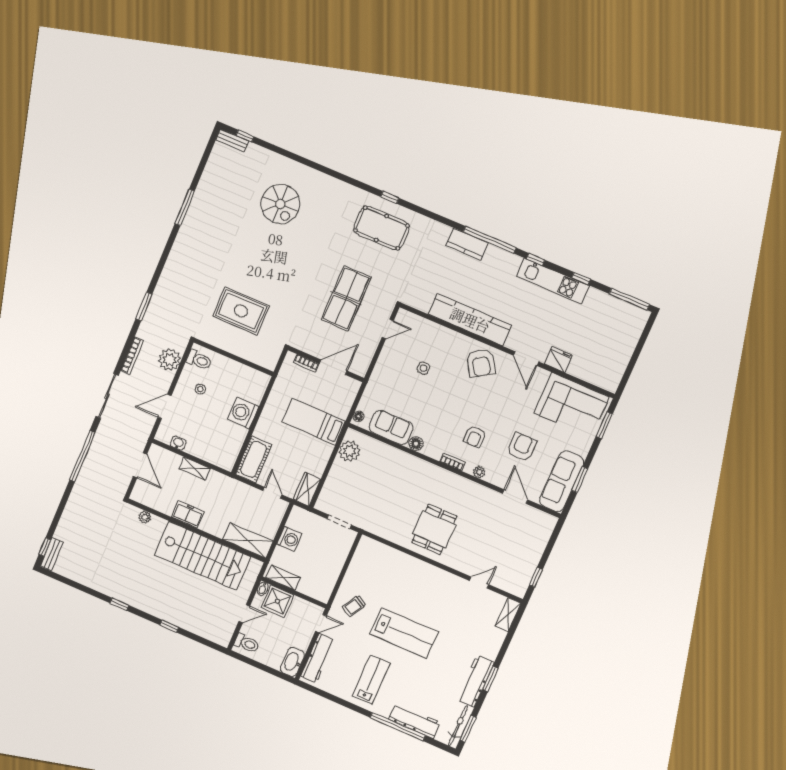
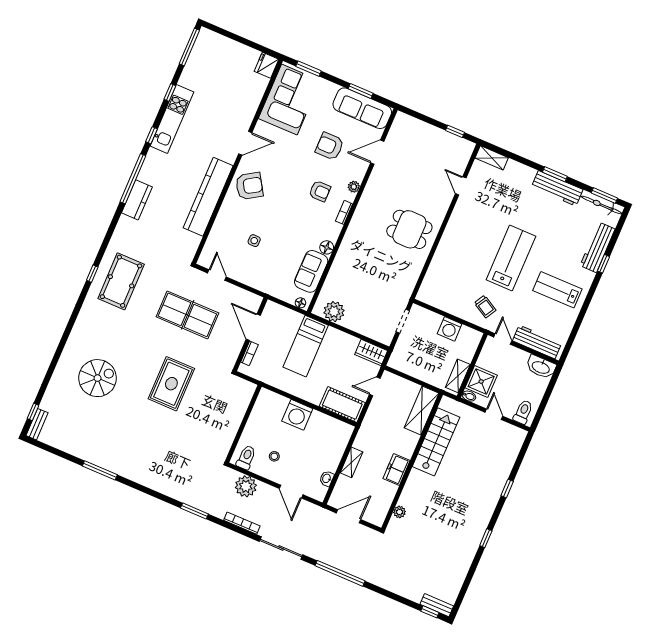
rug: (241, 311) -> (171, 384), moved
fridge: (558, 360) -> (266, 65), moved
washing machine: (289, 539) -> (450, 329), moved, turned 180
stairs: (203, 556) -> (436, 442), width x0.73, depth x0.66
window: (398, 727) -> (603, 264), width x0.32

